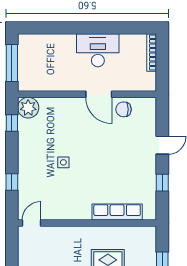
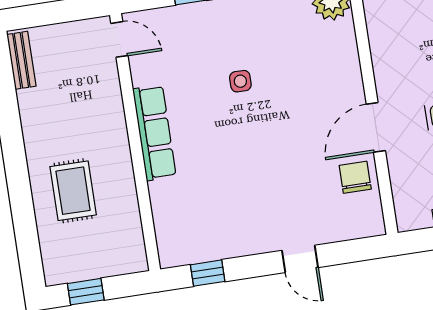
window: (162, 183) -> (208, 273), moved
row of seats: (117, 212) -> (154, 133), moved

